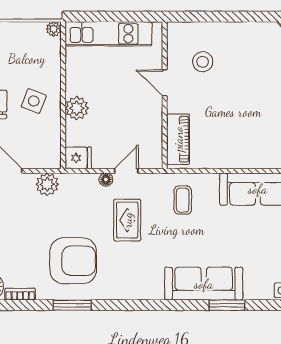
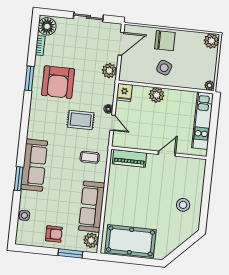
stool: (203, 62) -> (183, 205), moved

